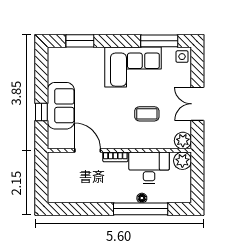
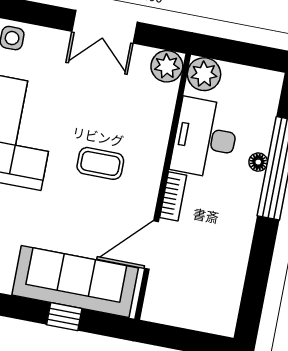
sofa: (61, 106) -> (75, 281), width x1.36
coffee table: (147, 114) -> (100, 163), moved, turned 90

